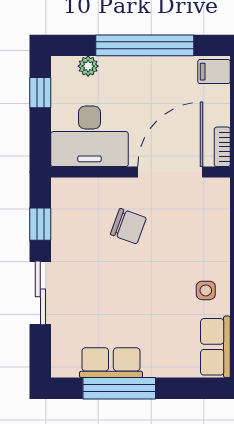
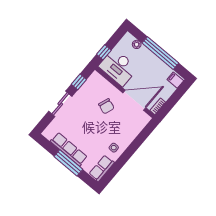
window: (40, 93) -> (104, 52), moved
row of seats: (111, 363) -> (69, 149), width x1.48
window: (119, 388) -> (68, 163), moved

